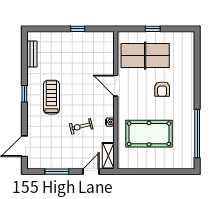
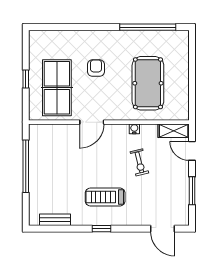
window: (78, 29) -> (26, 166), width x3.17
armchair: (162, 89) -> (96, 68), turned -90

